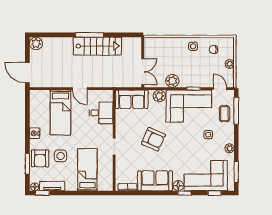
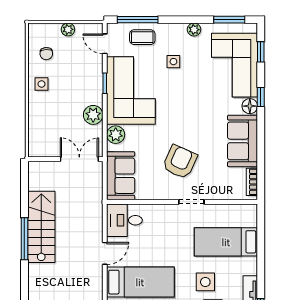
door: (220, 89) -> (105, 44), hinge flipped
desk: (101, 113) -> (124, 220), moved, turned -90
armchair: (153, 139) -> (180, 162), moved

